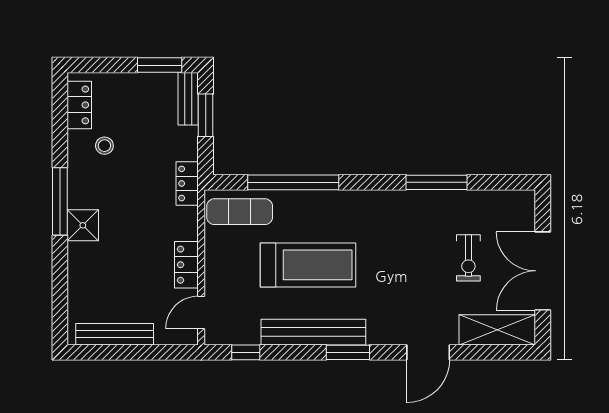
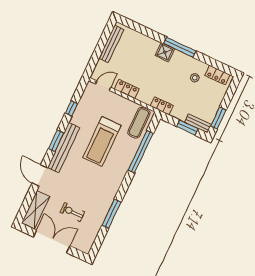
door: (201, 312) -> (103, 86), hinge flipped
bench: (313, 332) -> (64, 148), moved
window: (246, 352) -> (71, 108), moved

